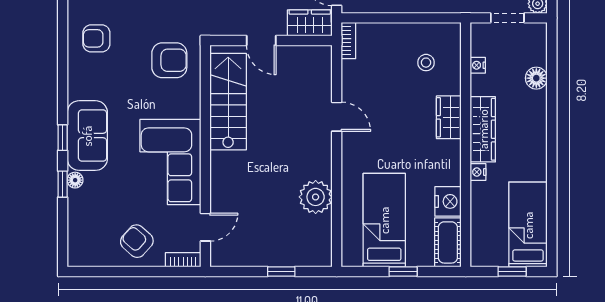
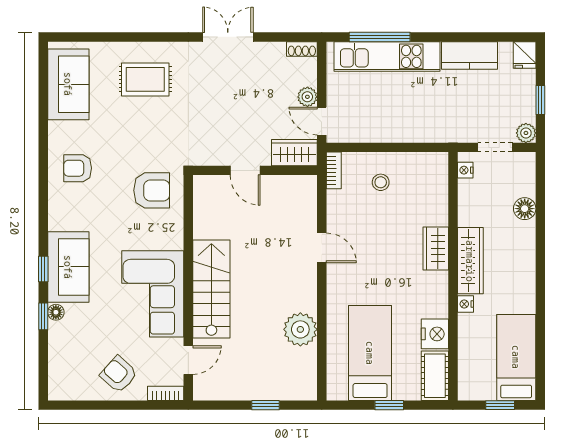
stool: (426, 63) -> (381, 182), moved
nightstand: (478, 65) -> (465, 170), moved
stairs: (228, 102) -> (211, 289), moved

